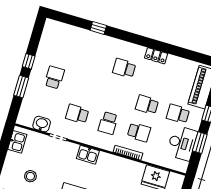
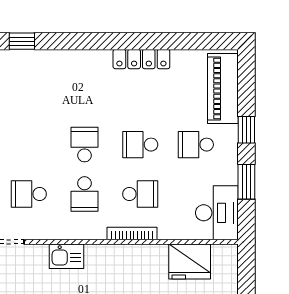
locker: (156, 56) -> (141, 59), width x1.53
school desk: (124, 68) -> (85, 145), moved, turned 90
desk: (182, 143) -> (217, 213), moved

